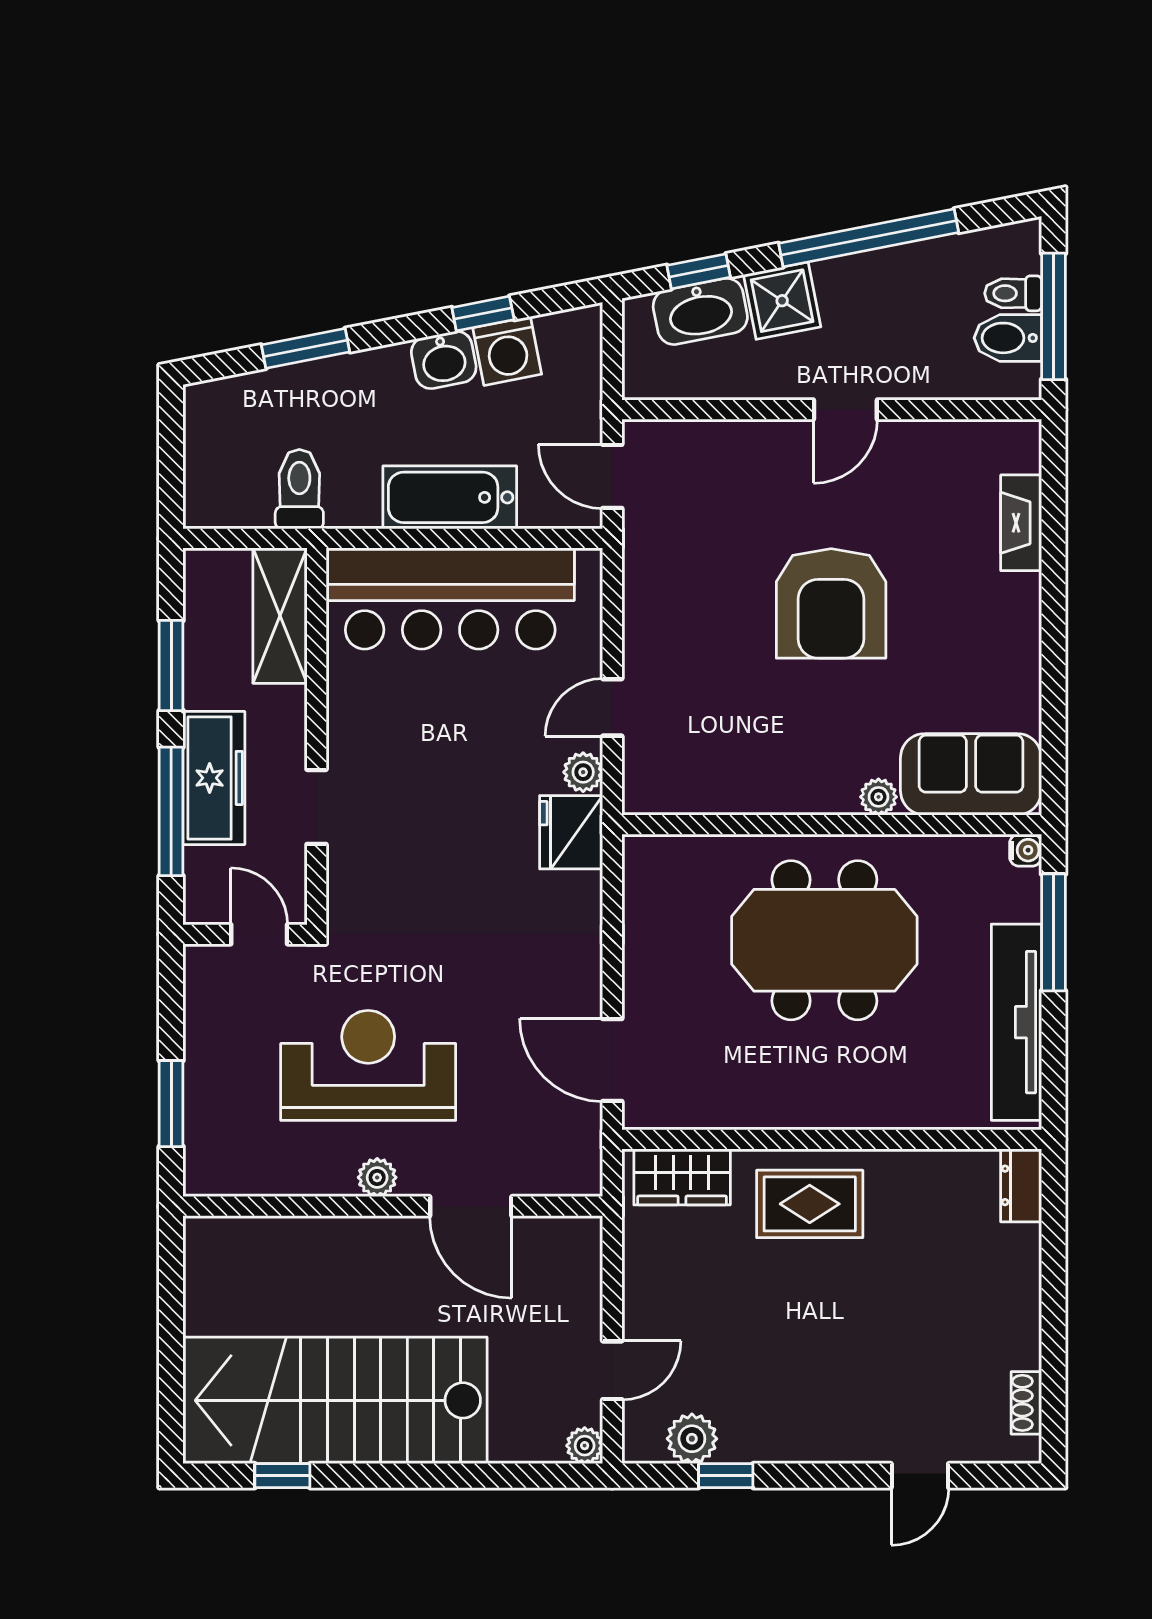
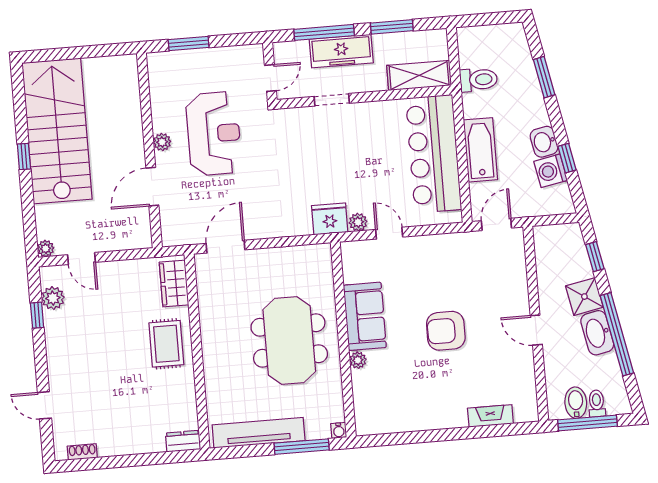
washbasin: (700, 311) -> (597, 333), moved
armchair: (831, 603) -> (446, 331), width x0.73, depth x0.73
sofa: (971, 774) -> (365, 316), moved
window: (282, 1476) -> (24, 157), moved

